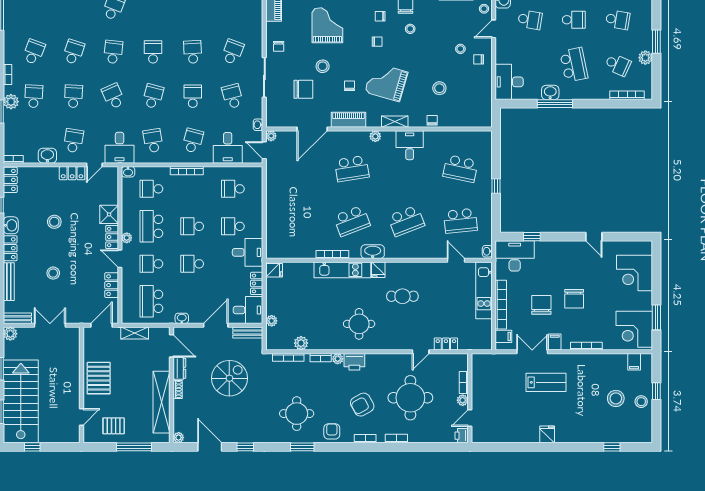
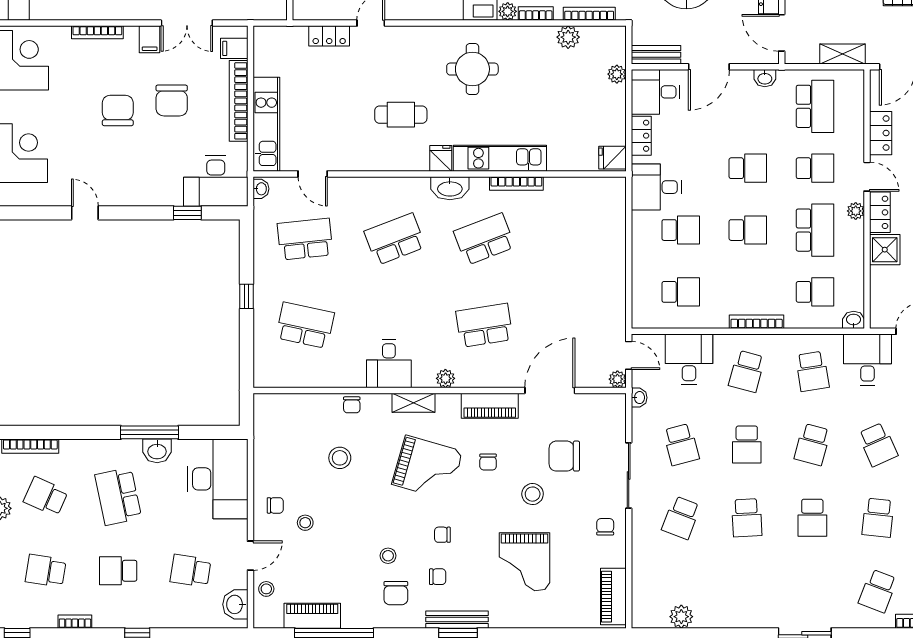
desk: (509, 82) -> (218, 479), width x1.36, depth x1.30

